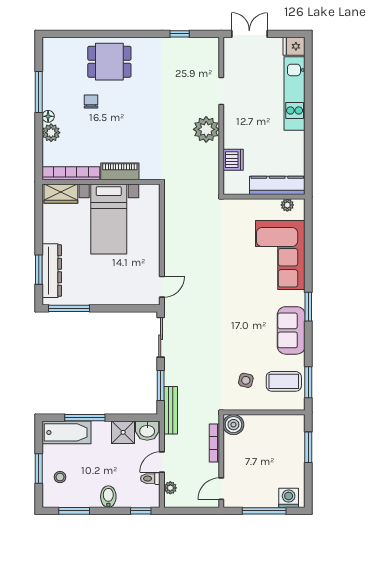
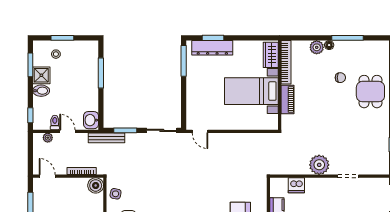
side table: (246, 380) -> (116, 194), moved
bathtub: (66, 432) -> (90, 59), removed
shower: (123, 432) -> (41, 75), moved

